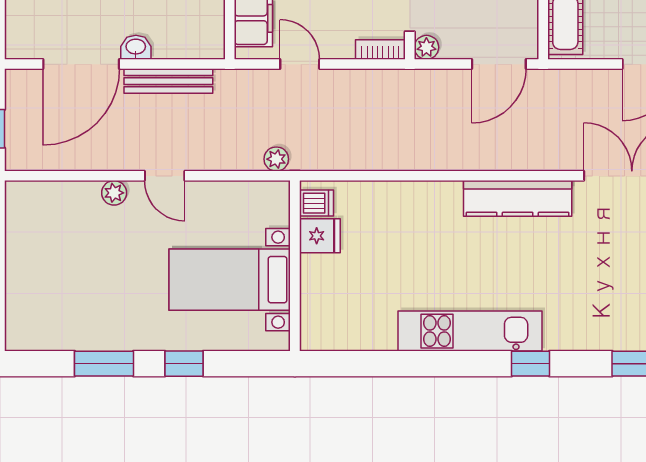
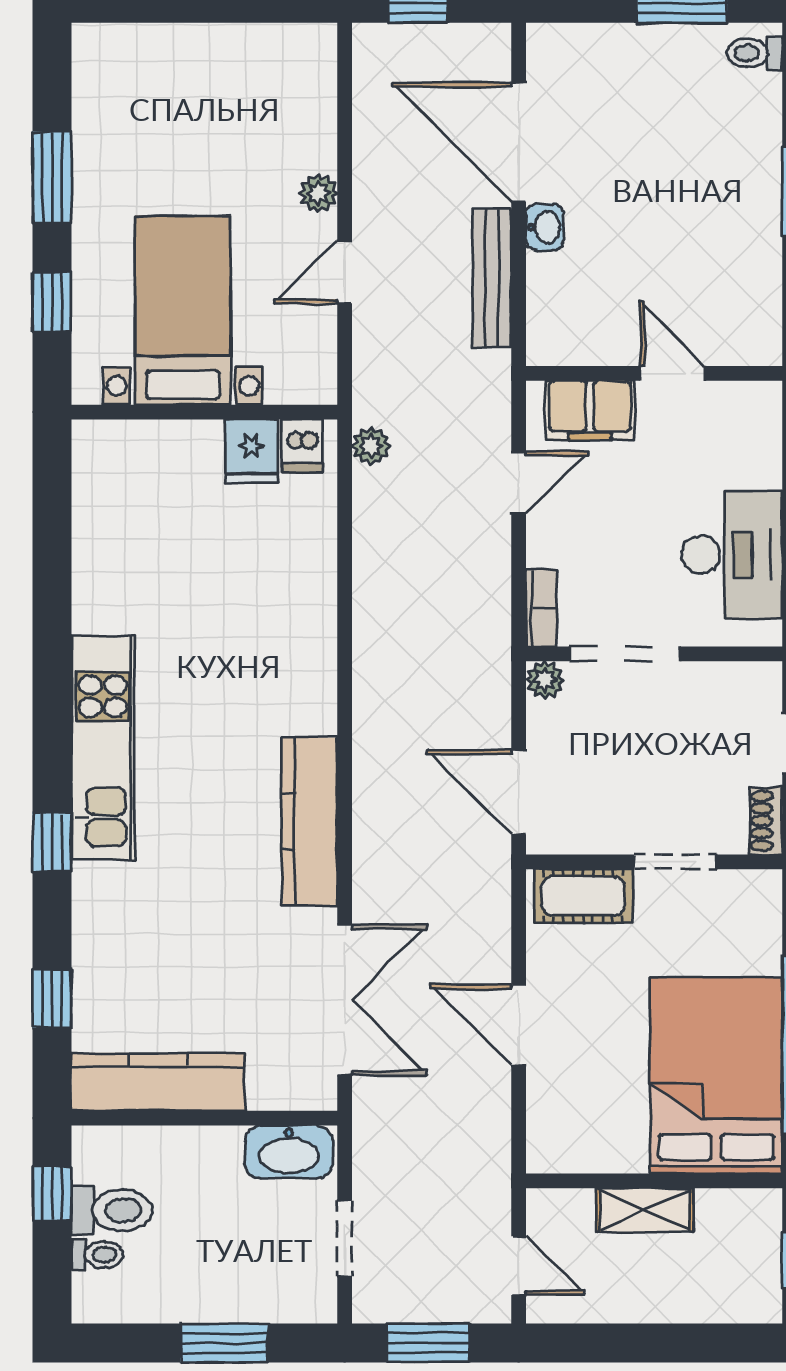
dishwasher: (316, 203) -> (302, 446), moved
fridge: (320, 236) -> (251, 451), moved
wall: (295, 266) -> (204, 412), moved
bed with nightstands: (230, 280) -> (183, 310), moved

